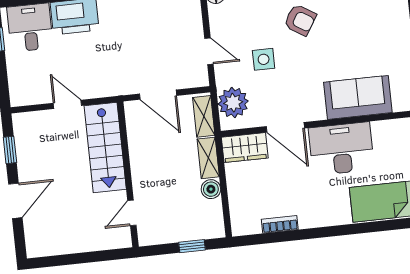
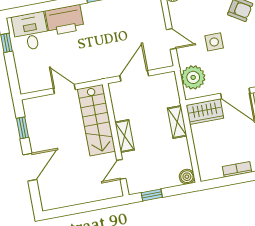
door: (158, 95) -> (134, 76), swing flipped
shelving: (204, 116) -> (125, 136), moved
boiler: (211, 189) -> (187, 177), moved
window: (192, 246) -> (152, 195), moved

